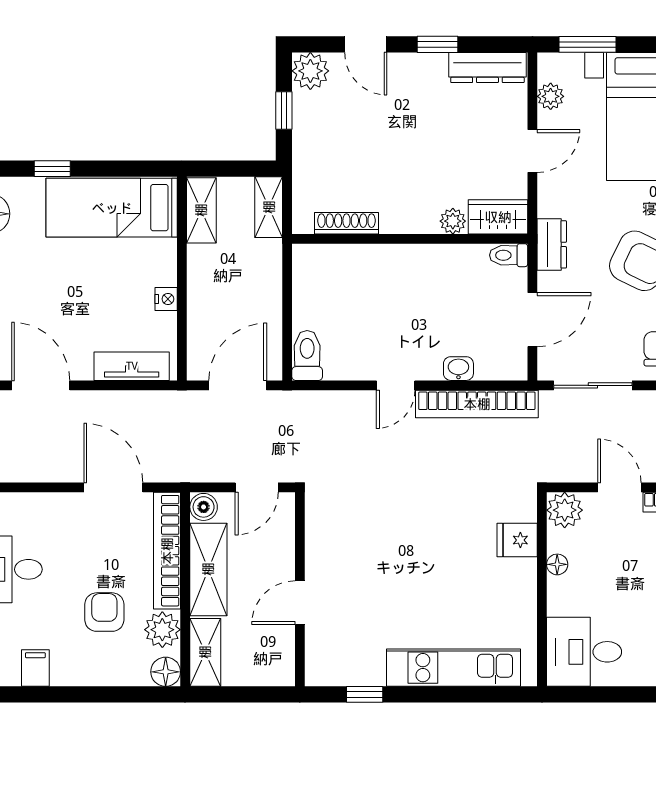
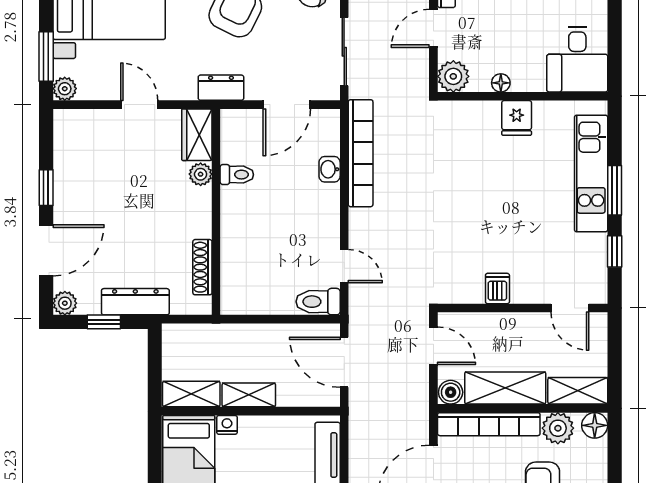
door: (366, 44) -> (46, 250), width x1.38
dresser: (487, 68) -> (135, 302), moved, turned -90
plant: (310, 71) -> (65, 303), width x0.73, depth x0.73
plant: (551, 96) -> (65, 89), moved
shelving: (269, 207) -> (249, 395), moved
toilet: (509, 255) -> (237, 175), moved, turned -90
nightstand: (166, 299) -> (227, 425), moved
door: (532, 320) -> (287, 105), swing flipped
door: (396, 385) -> (344, 266), moved
fridge: (517, 540) -> (517, 118), moved
dishwasher: (322, 560) -> (497, 288), added
door: (300, 603) -> (570, 308), moved
window: (434, 694) -> (615, 190), added

